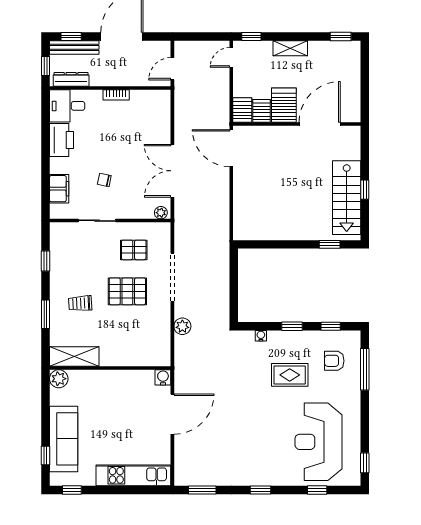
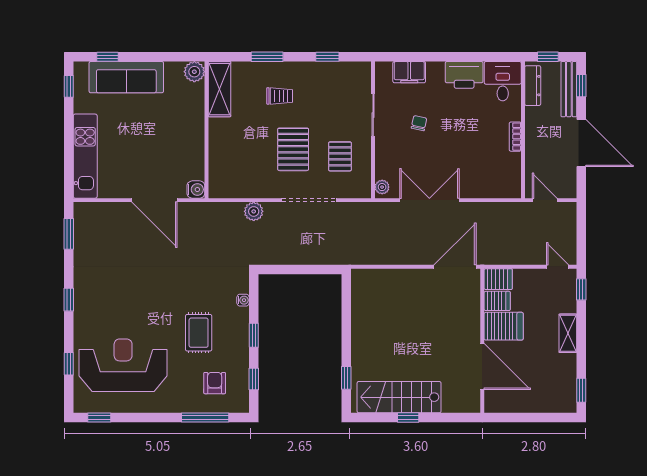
trolley: (80, 303) -> (280, 96), turned 93

